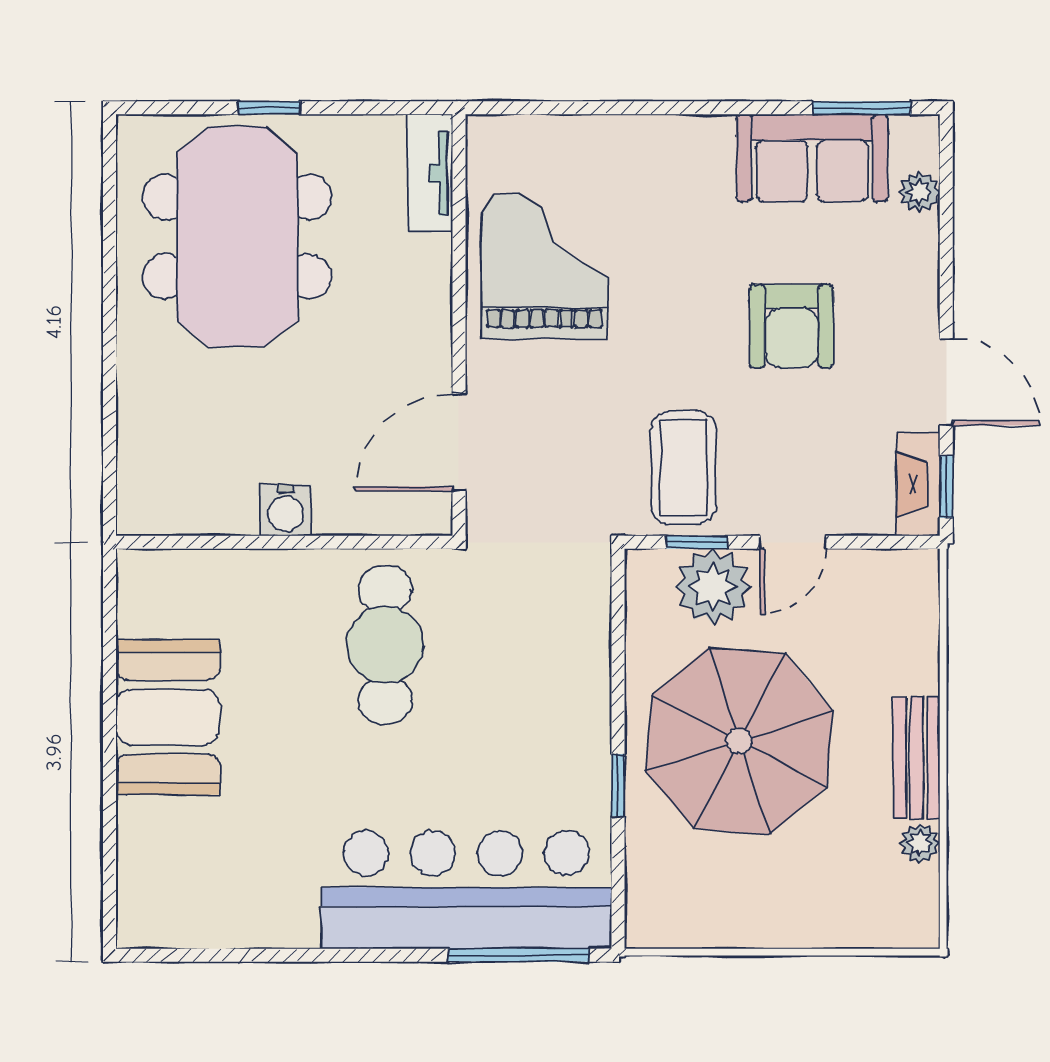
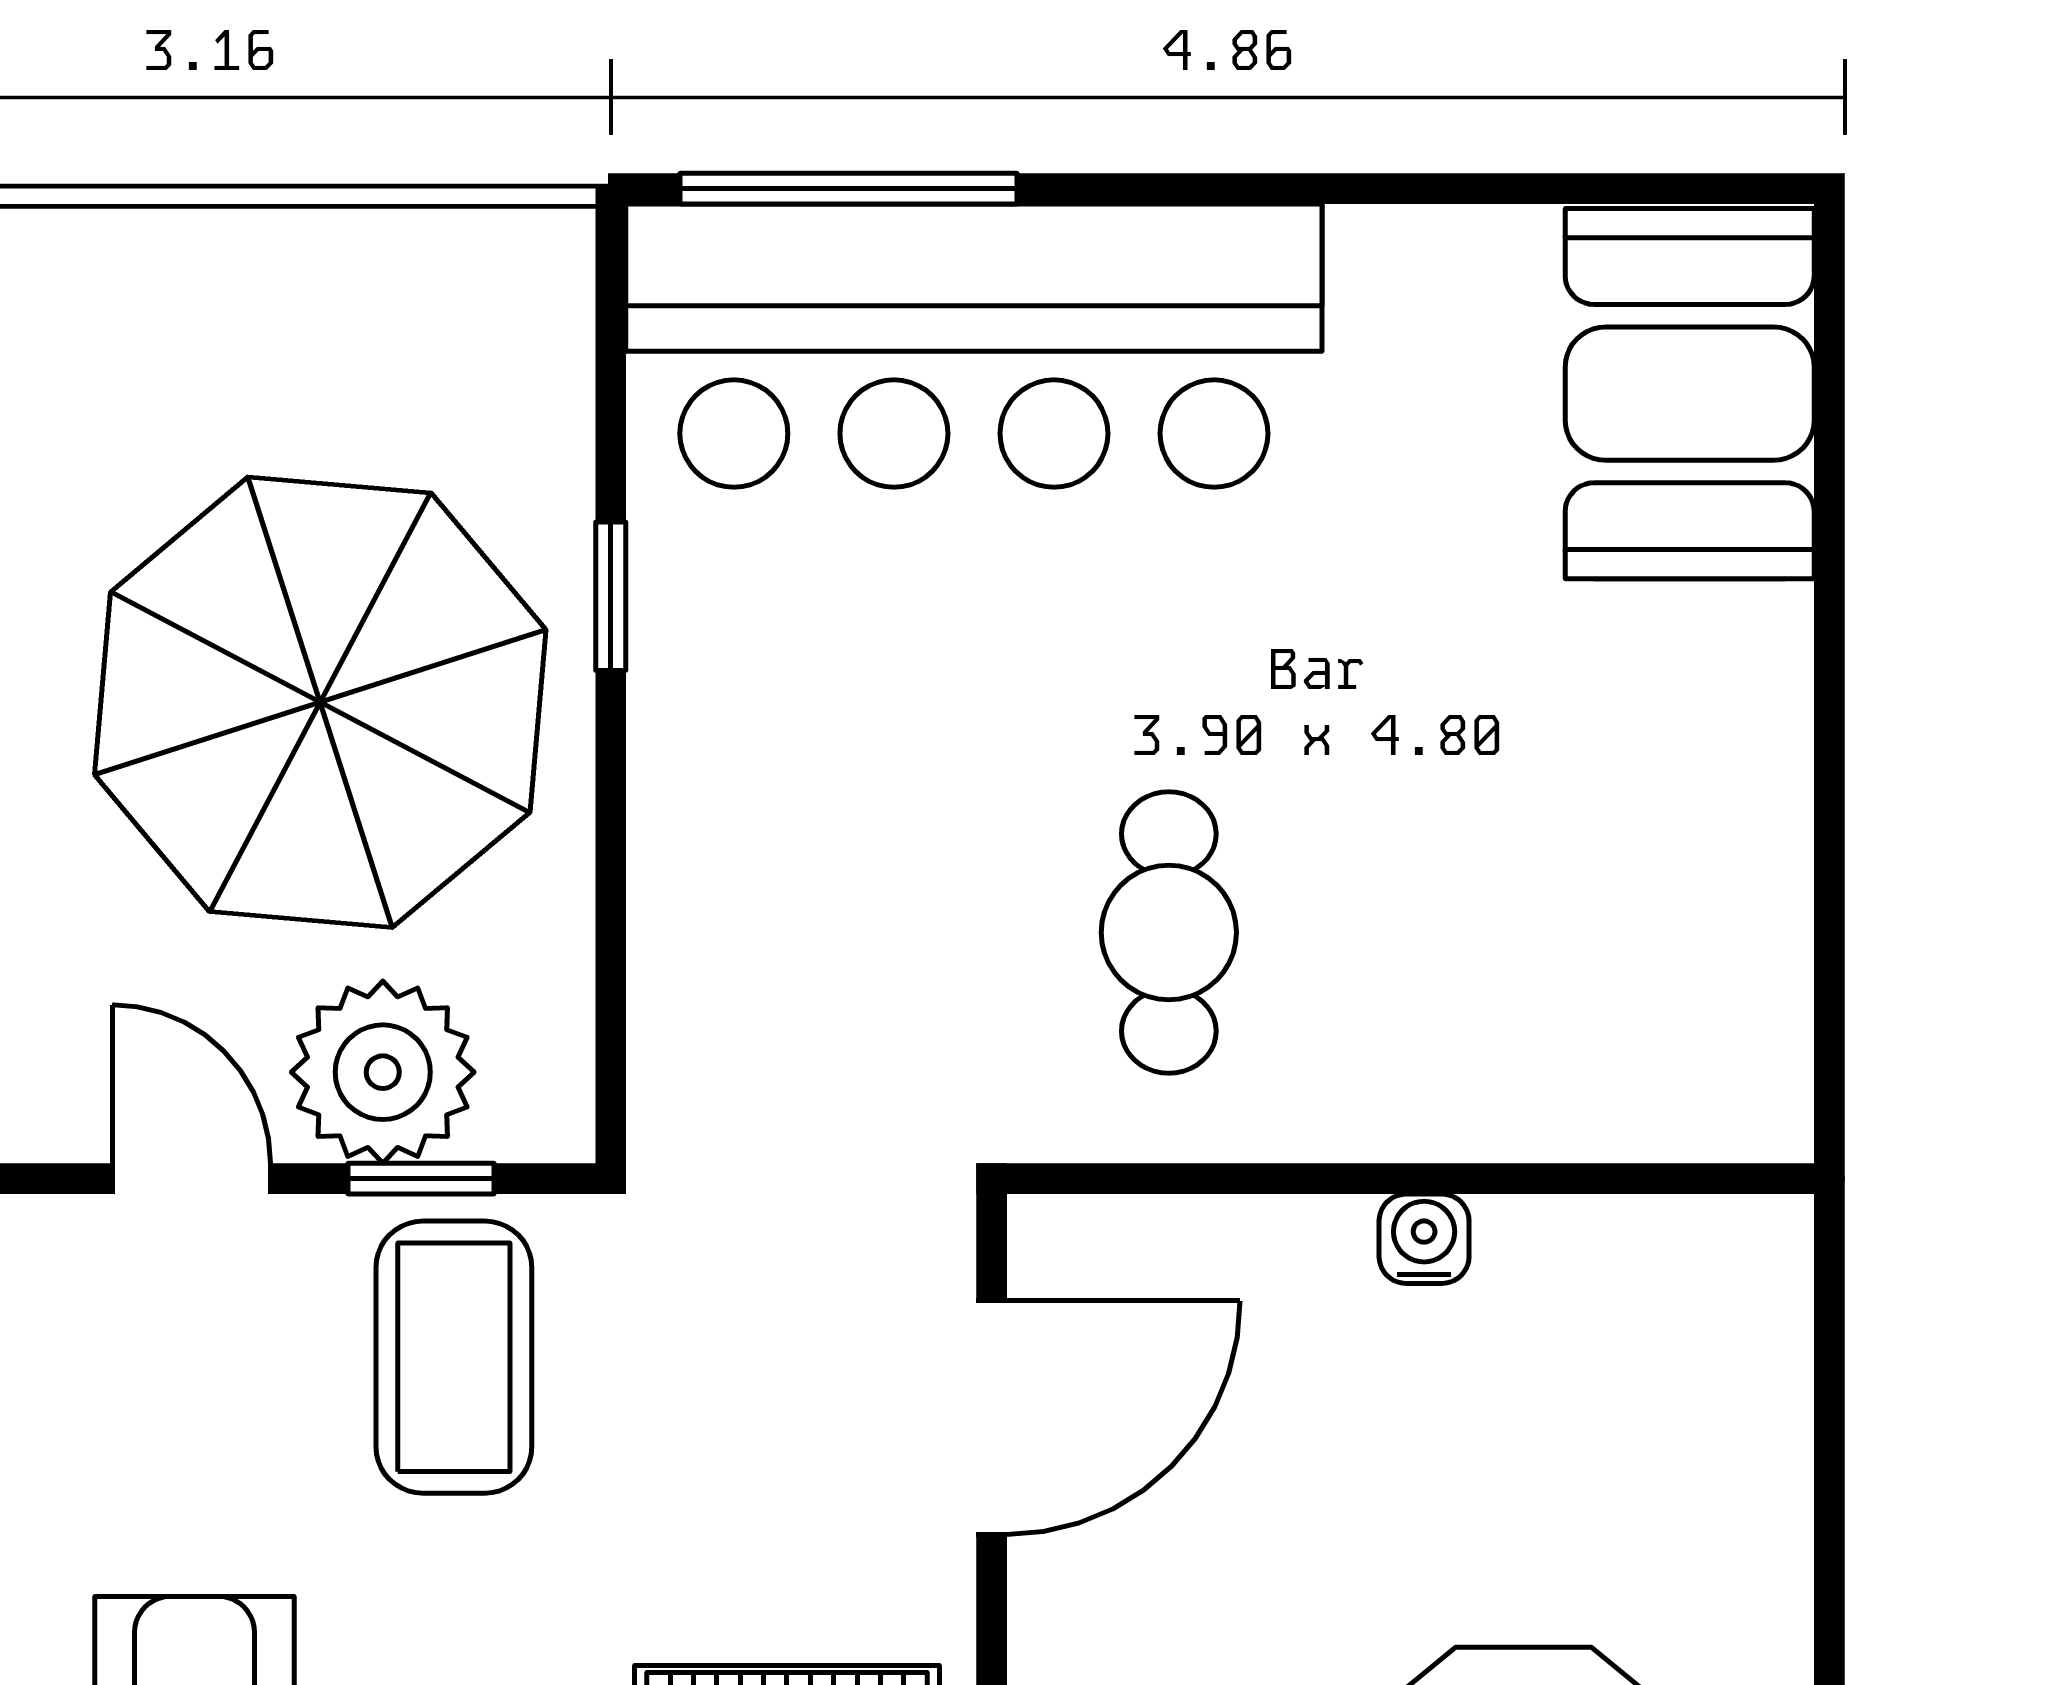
water cooler: (286, 510) -> (1424, 1239), width x0.72, depth x0.72
door: (793, 542) -> (191, 1179), hinge flipped
cafe table: (385, 645) -> (1169, 933), width x0.73, depth x0.74
booth: (168, 717) -> (1690, 394), moved

